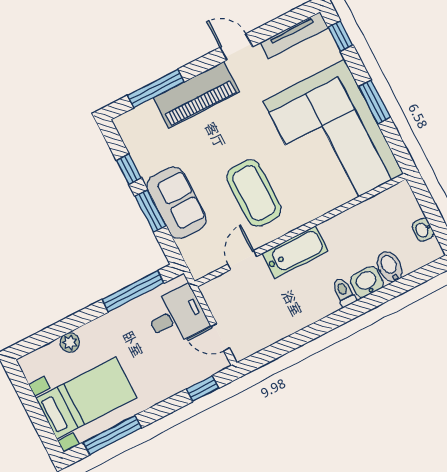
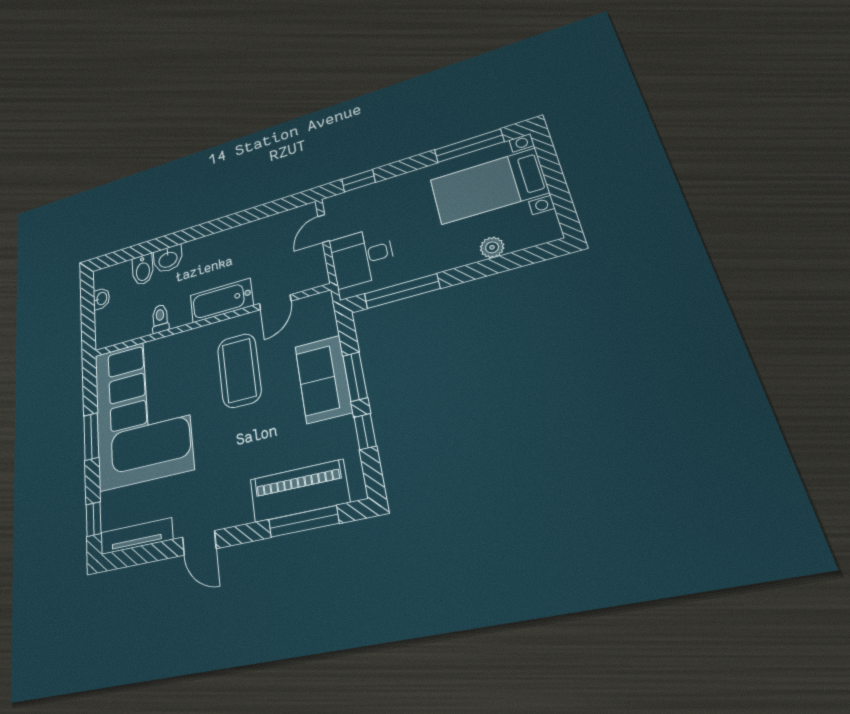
piano: (196, 95) -> (299, 491), moved
toilet: (344, 292) -> (160, 319), moved, turned 180
door: (220, 337) -> (324, 229), swing flipped

